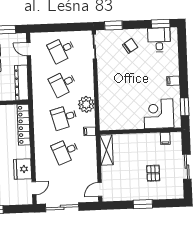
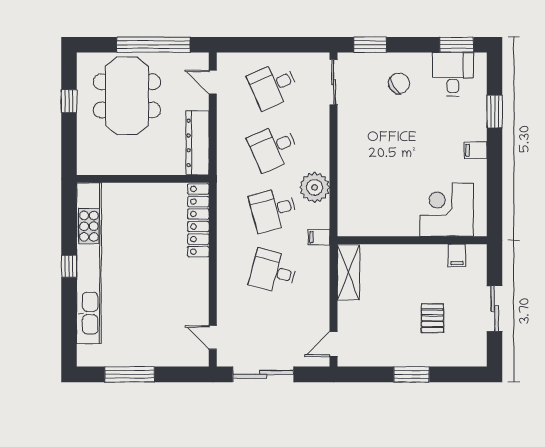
window: (185, 107) -> (495, 111), moved
desk: (65, 151) -> (273, 272), turned 36
fridge: (23, 169) -> (193, 301), removed
door: (34, 188) -> (213, 337), swing flipped

